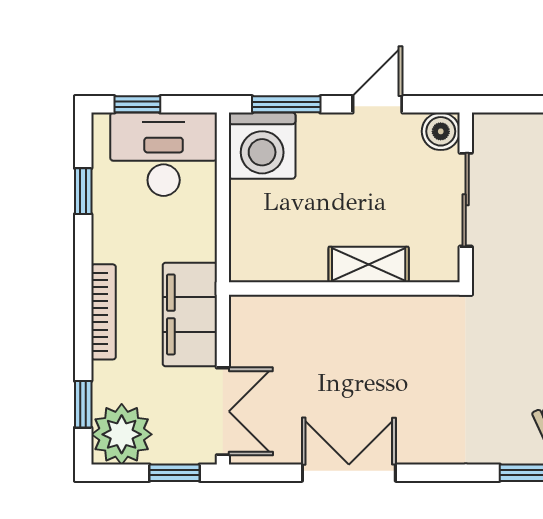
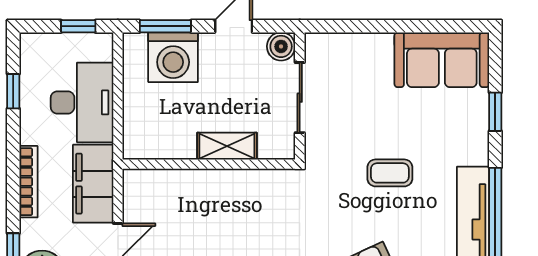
window: (137, 104) -> (78, 26), moved
washing machine: (262, 146) -> (173, 57), moved
desk: (164, 154) -> (82, 102), moved, turned 90

